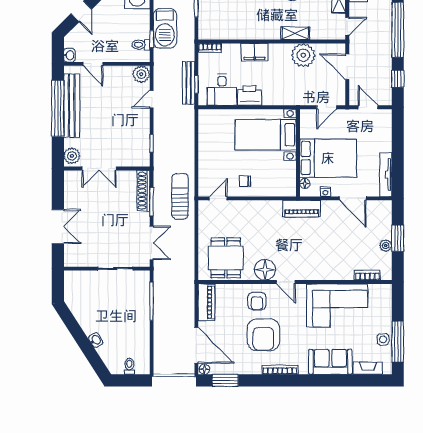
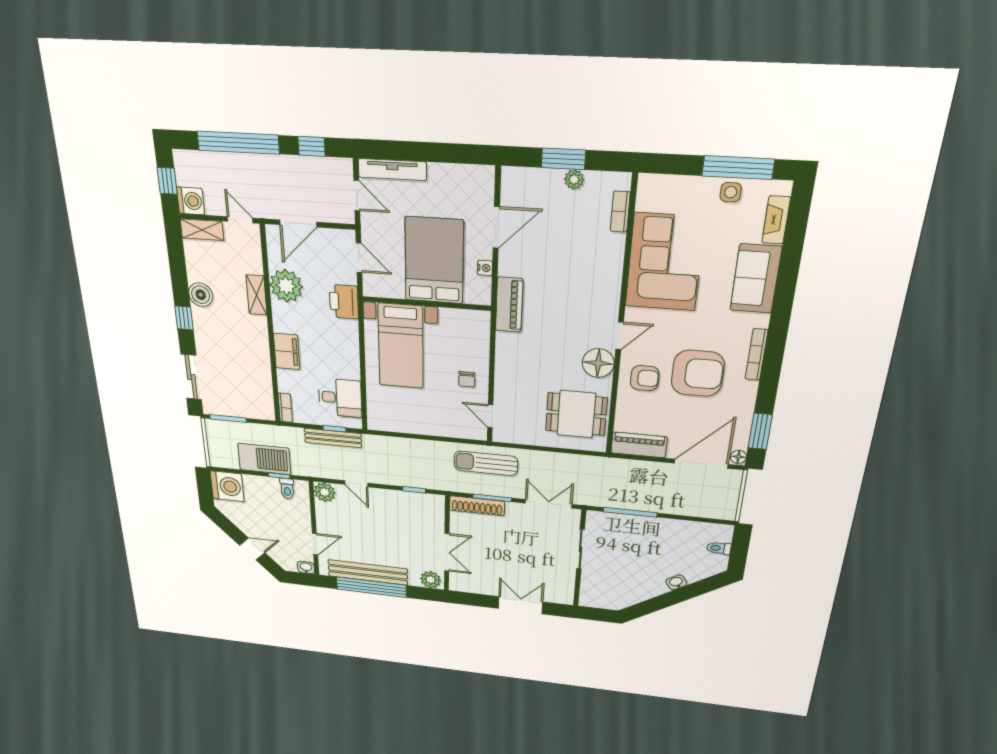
printer: (249, 96) -> (344, 302), moved
door: (368, 107) -> (357, 196), swing flipped
tv unit: (386, 175) -> (392, 170), moved
floor lamp: (305, 184) -> (472, 297), removed

